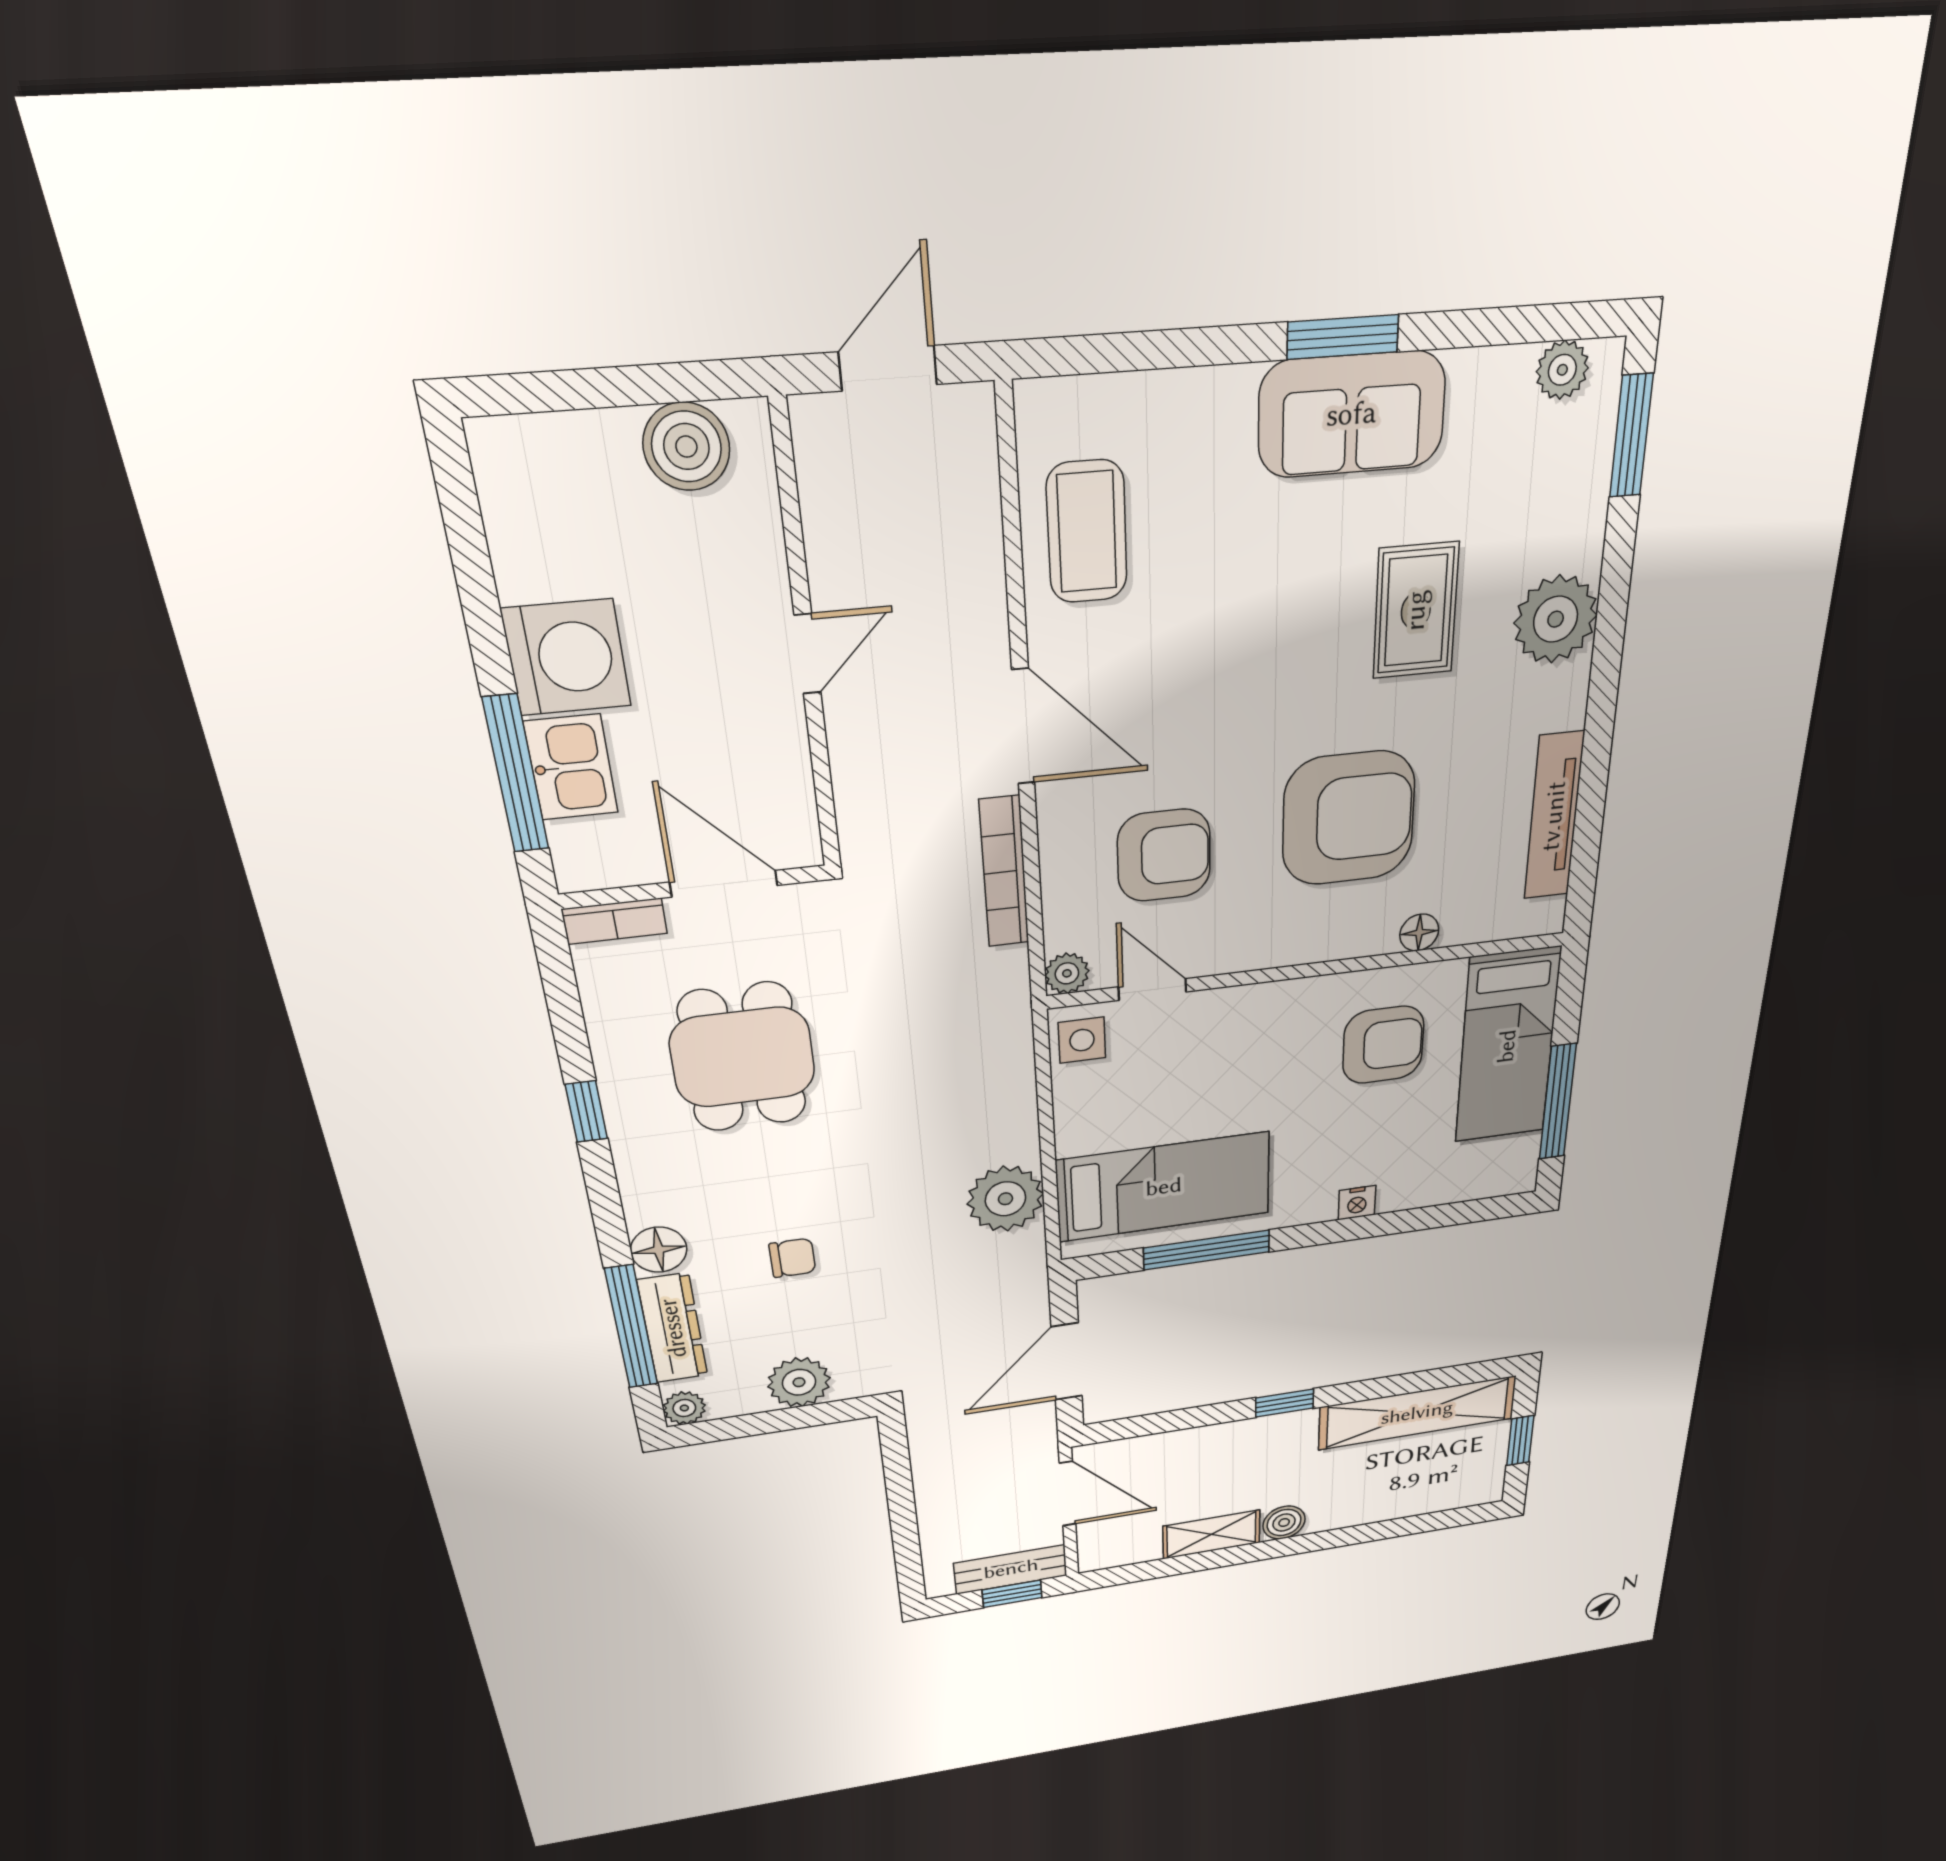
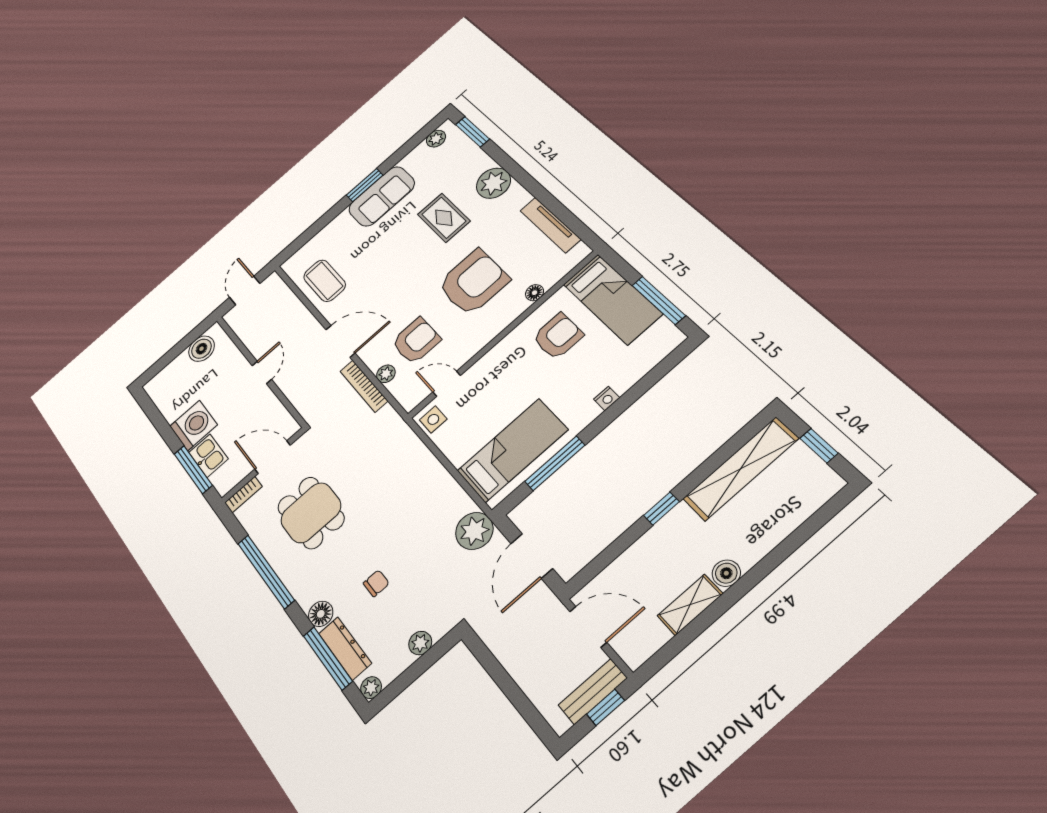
plant: (1067, 973) -> (386, 374), moved
window: (586, 1111) -> (266, 572), width x3.17
plant: (1005, 1199) -> (474, 531), moved
plant: (799, 1382) -> (420, 643), width x0.73, depth x0.73

